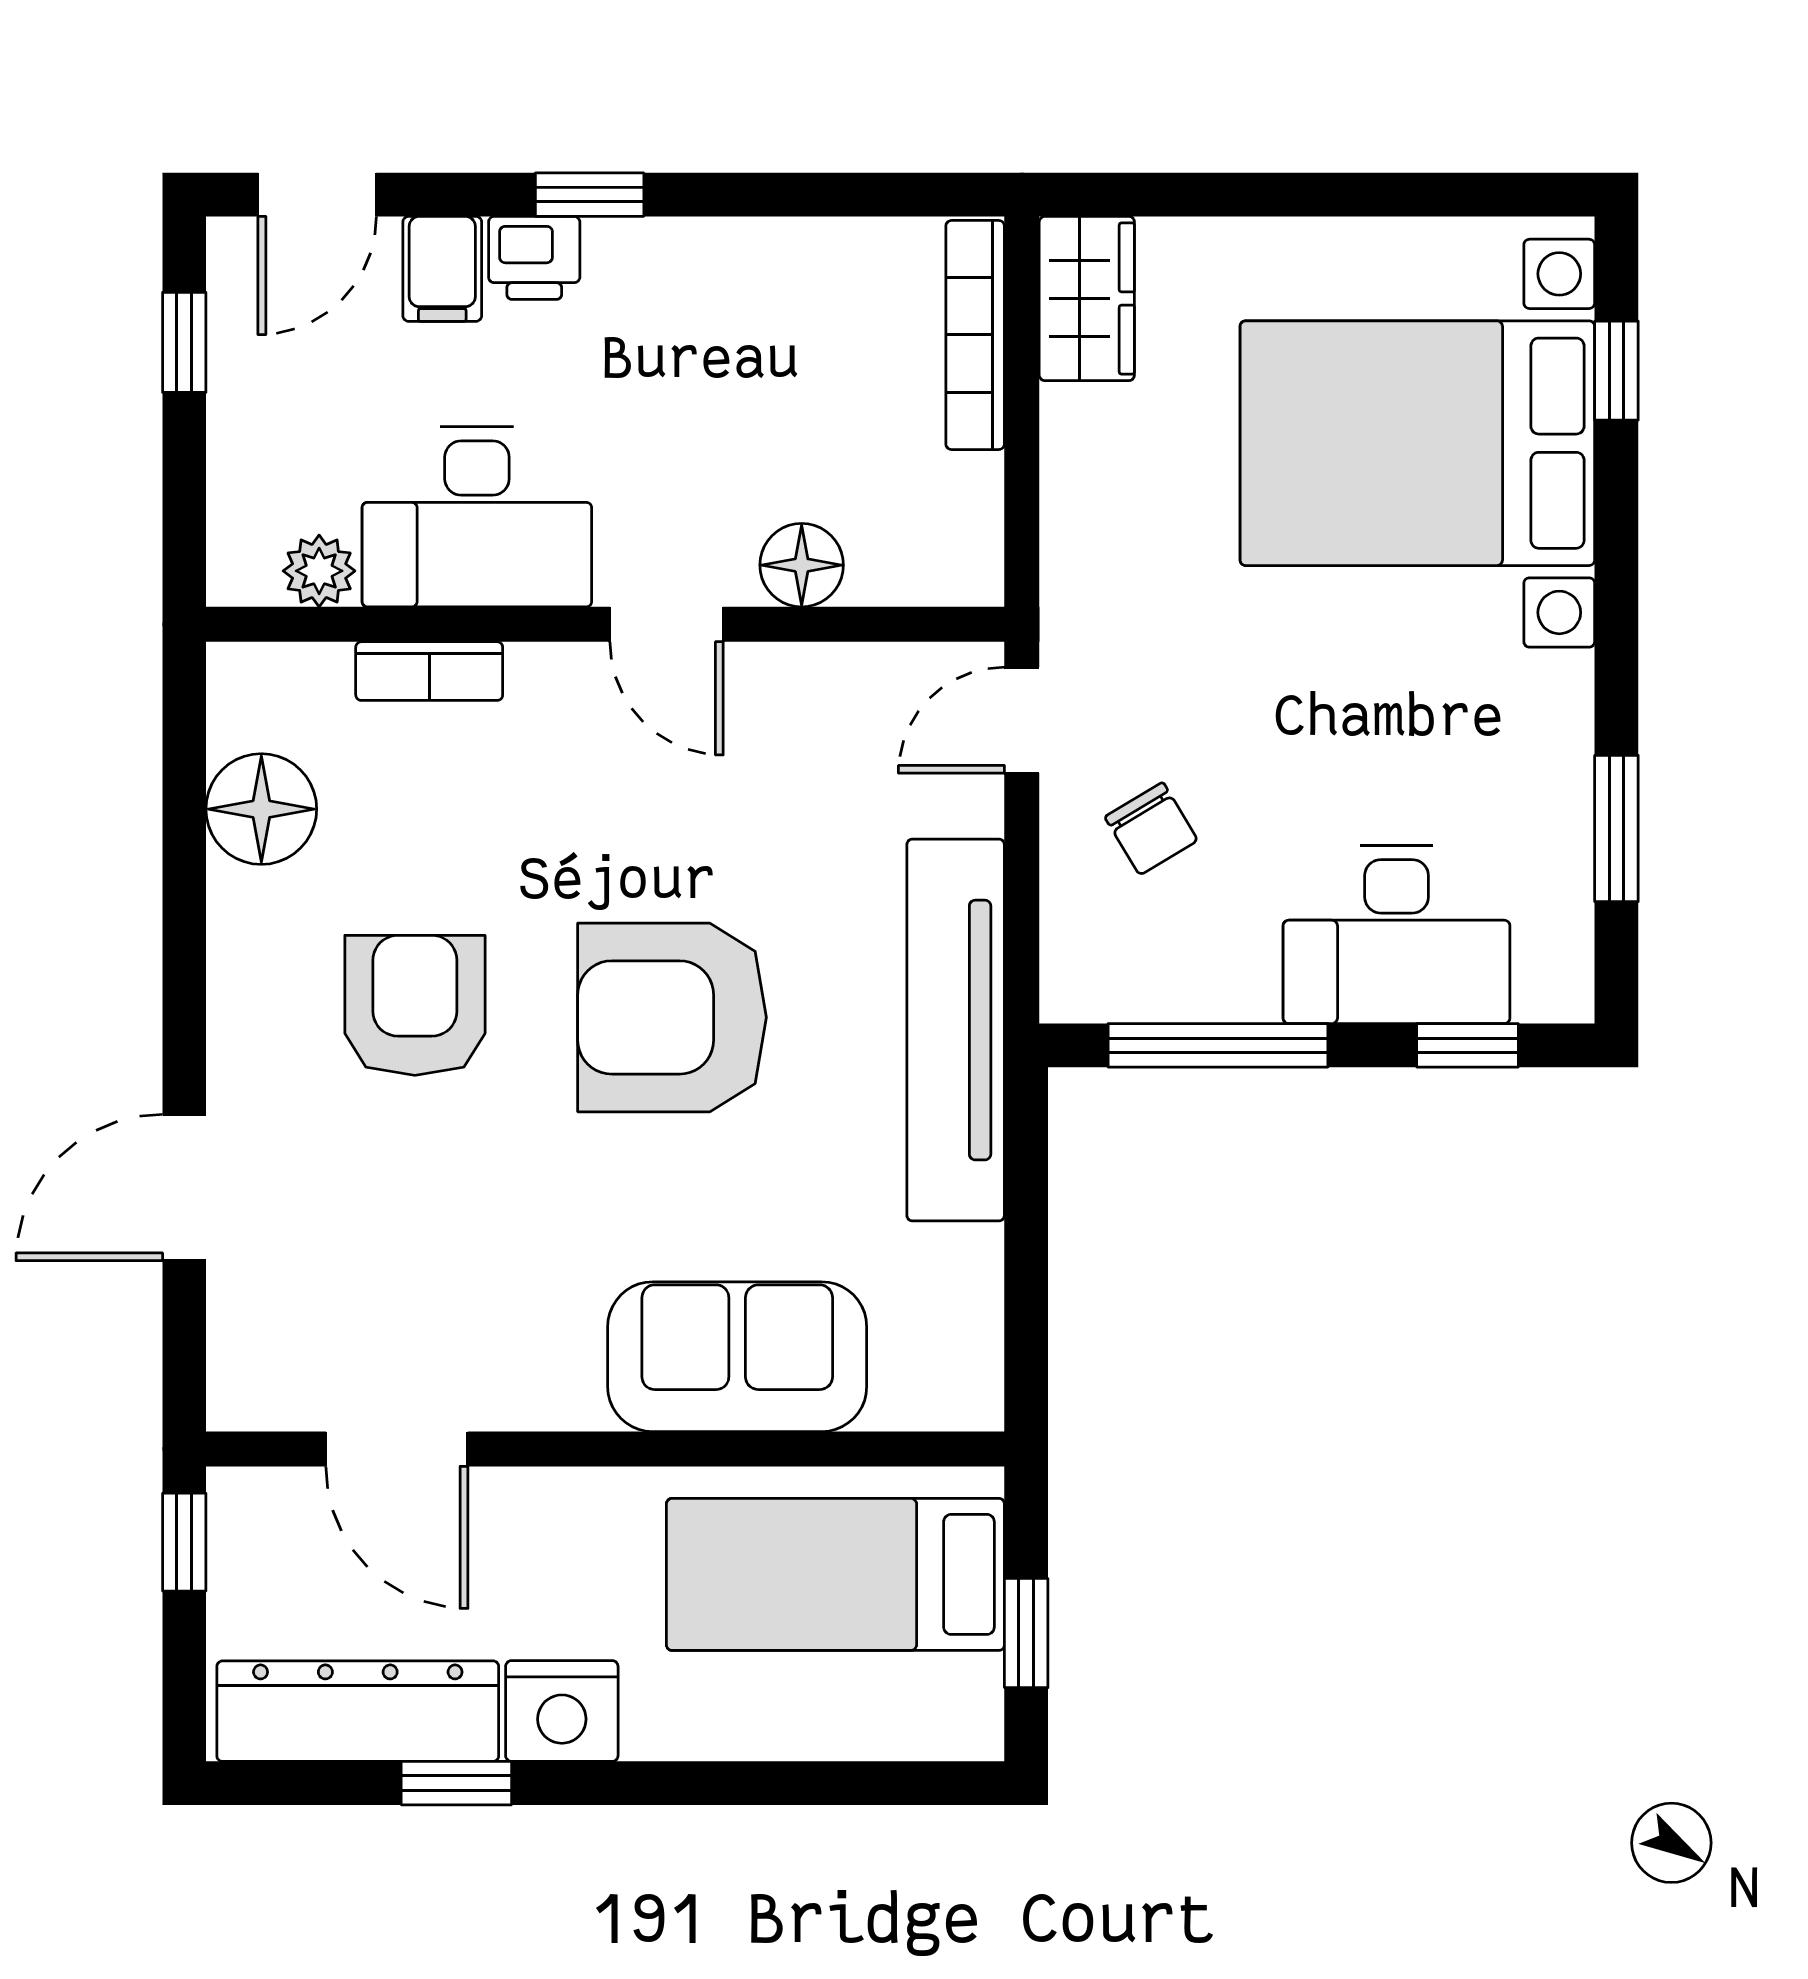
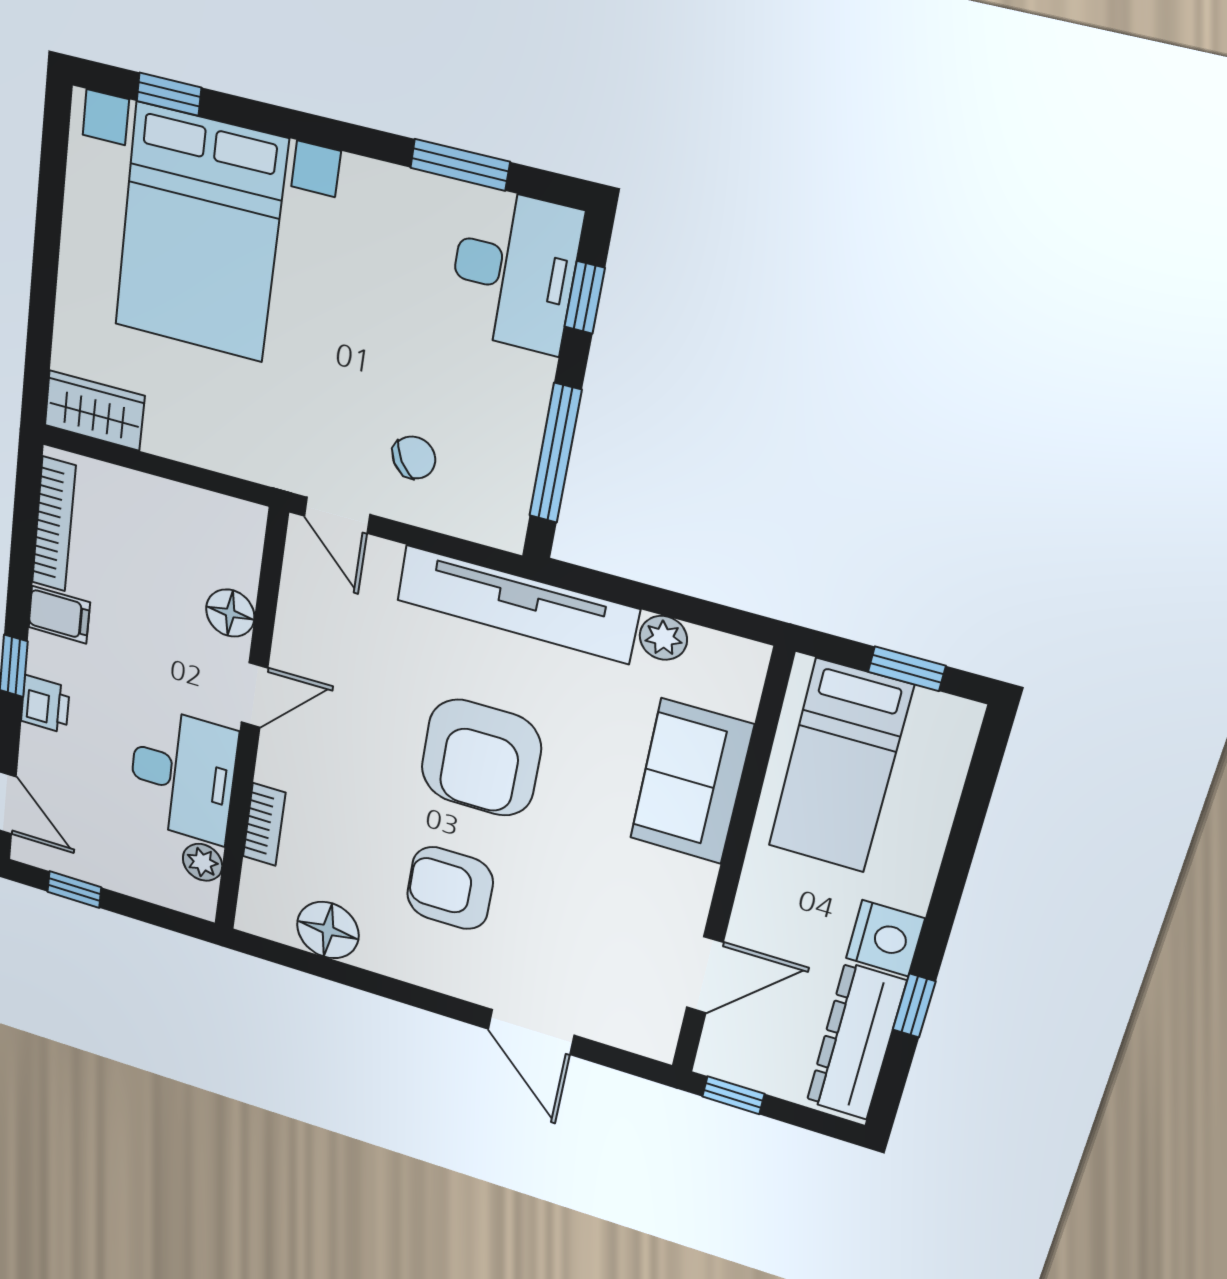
filing cabinet: (442, 269) -> (59, 615), moved
bookcase: (975, 335) -> (54, 524), moved, turned -90
desk: (1397, 934) -> (514, 271), moved
plant: (968, 1265) -> (663, 638), added

